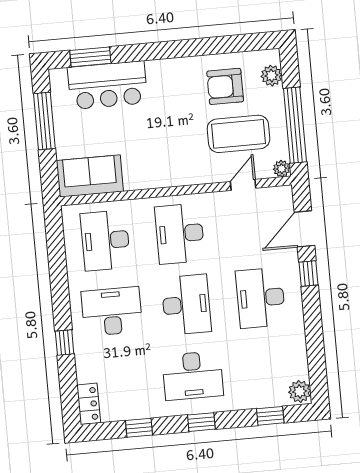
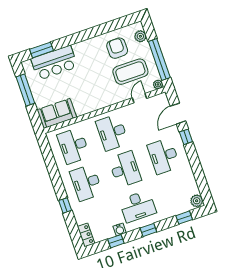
armchair: (225, 86) -> (117, 48), turned 90
desk: (112, 311) -> (86, 183), turned -90
water cooler: (151, 409) -> (120, 229), added

